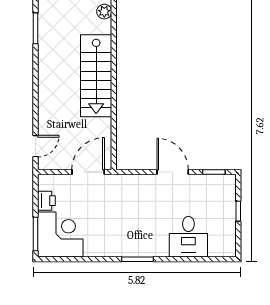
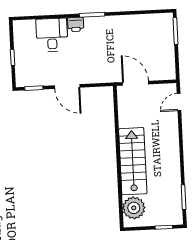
plant: (104, 12) -> (134, 208), width x1.88, depth x1.88
door: (88, 172) -> (136, 83), swing flipped
printer: (46, 201) -> (76, 24), moved, turned -90
corner desk: (60, 234) -> (155, 32), removed

